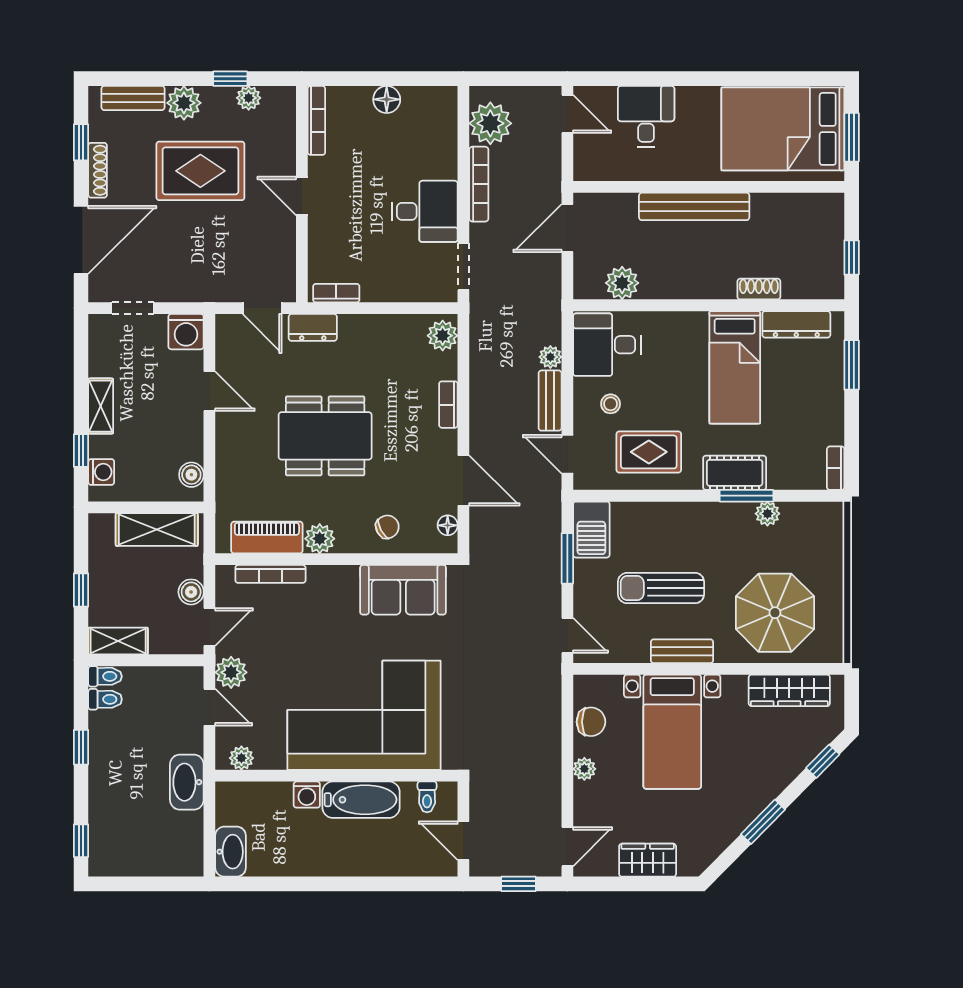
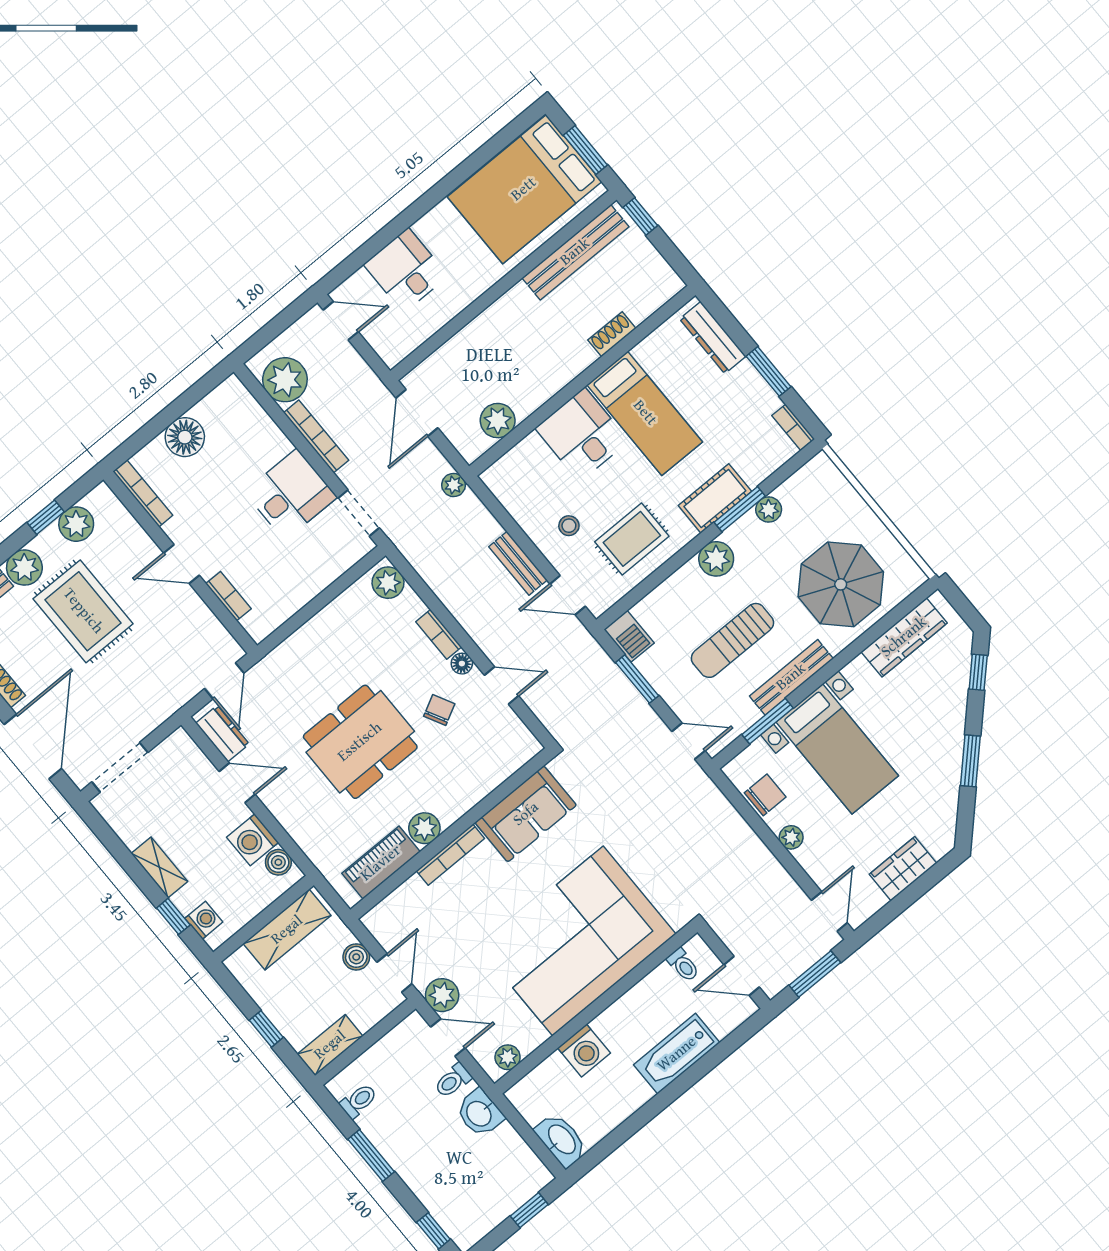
plant: (249, 98) -> (76, 524), width x1.38, depth x1.38
floor lamp: (387, 99) -> (185, 437), width x1.38, depth x1.38
rug: (200, 171) -> (83, 611), turned 90
bench: (694, 206) -> (575, 252), moved
window: (852, 258) -> (640, 216), moved
bookcase: (336, 293) -> (229, 596), moved, turned 90
doorway: (133, 308) -> (120, 767), width x1.38
door: (262, 308) -> (224, 681), hinge flipped
dresser: (796, 324) -> (713, 338), moved, turned 90
dresser: (313, 327) -> (223, 734), moved, turned -90
washing machine: (186, 332) -> (252, 840), moved, turned 90
desk: (607, 345) -> (582, 435), moved, turned 90
plant: (550, 357) -> (454, 485), moved
window: (852, 365) -> (769, 371), moved
door: (463, 480) -> (501, 686), width x0.73
plant: (699, 518) -> (716, 559), added
floor lamp: (448, 525) -> (462, 664), moved
chair: (387, 527) -> (439, 710), moved
barbecue: (591, 530) -> (629, 636), width x0.73, depth x0.79
bookcase: (270, 574) -> (450, 855), moved
bench: (682, 651) -> (791, 677), width x1.36
window: (638, 669) -> (768, 721), added
toilet: (105, 676) -> (453, 1081), moved, turned 180
window: (81, 747) -> (371, 1155), width x1.50
washbasin: (187, 782) -> (480, 1113), width x0.72
washing machine: (307, 795) -> (584, 1050), width x1.38, depth x1.38
bathtub: (361, 800) -> (677, 1054), moved, turned 180
window: (164, 884) -> (529, 1210), added
window: (519, 884) -> (815, 974), width x1.50

